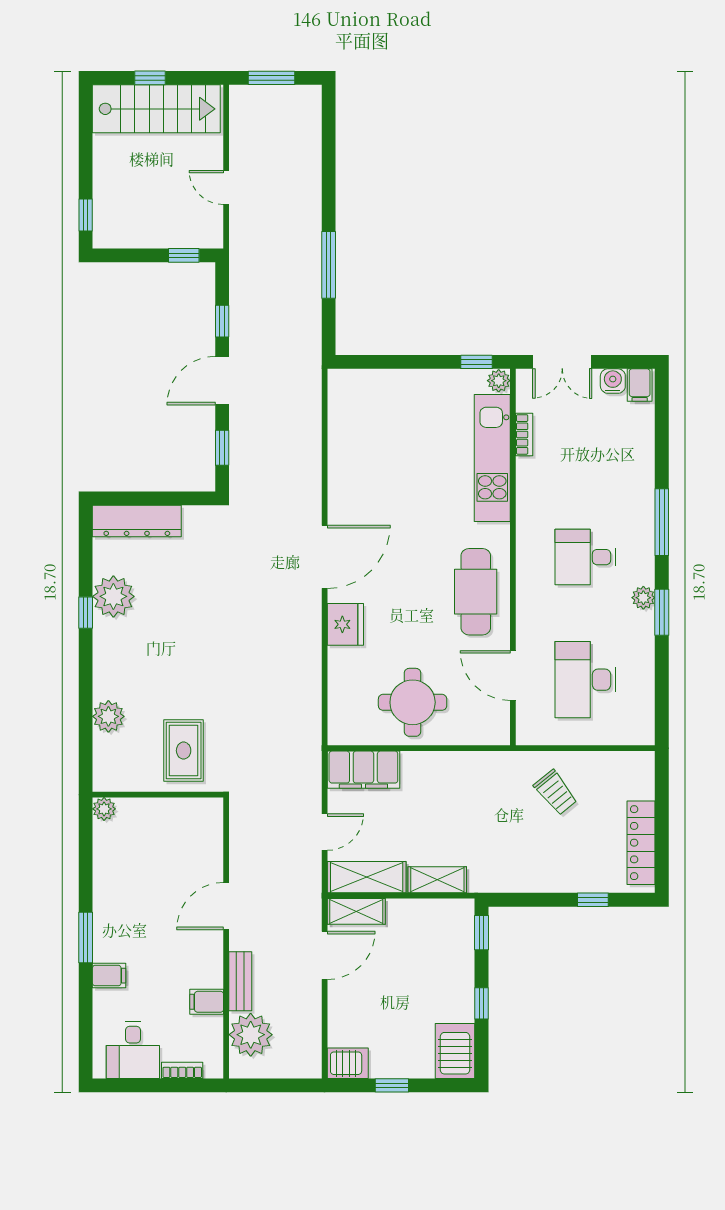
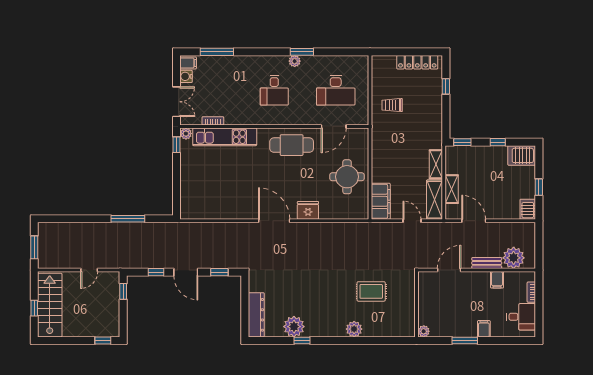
window: (662, 522) -> (217, 52), moved
trolley: (556, 792) -> (392, 105), turned -141
wall: (158, 795) -> (416, 304), moved
plant: (104, 809) -> (424, 331), moved
door: (226, 906) -> (449, 270), swing flipped
shelving: (356, 911) -> (452, 189), moved

